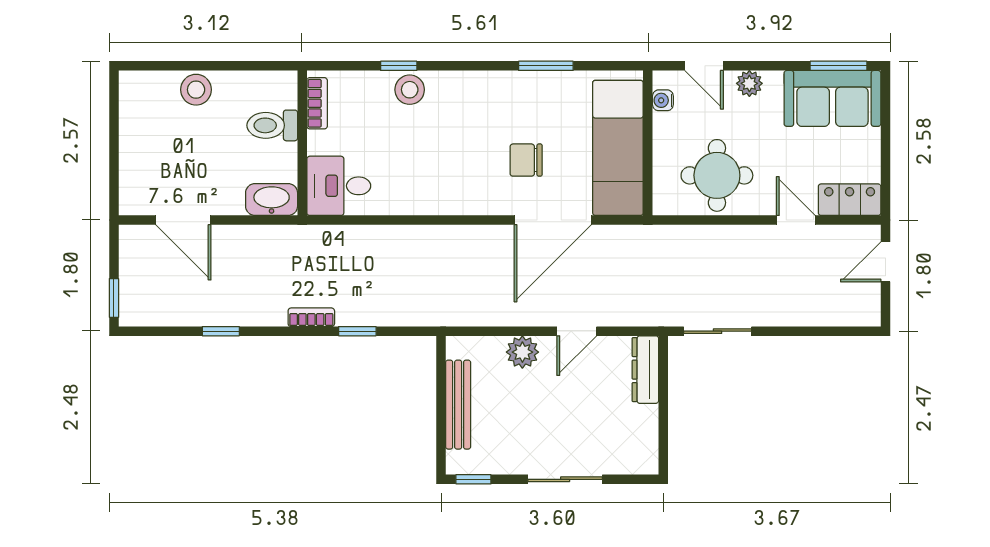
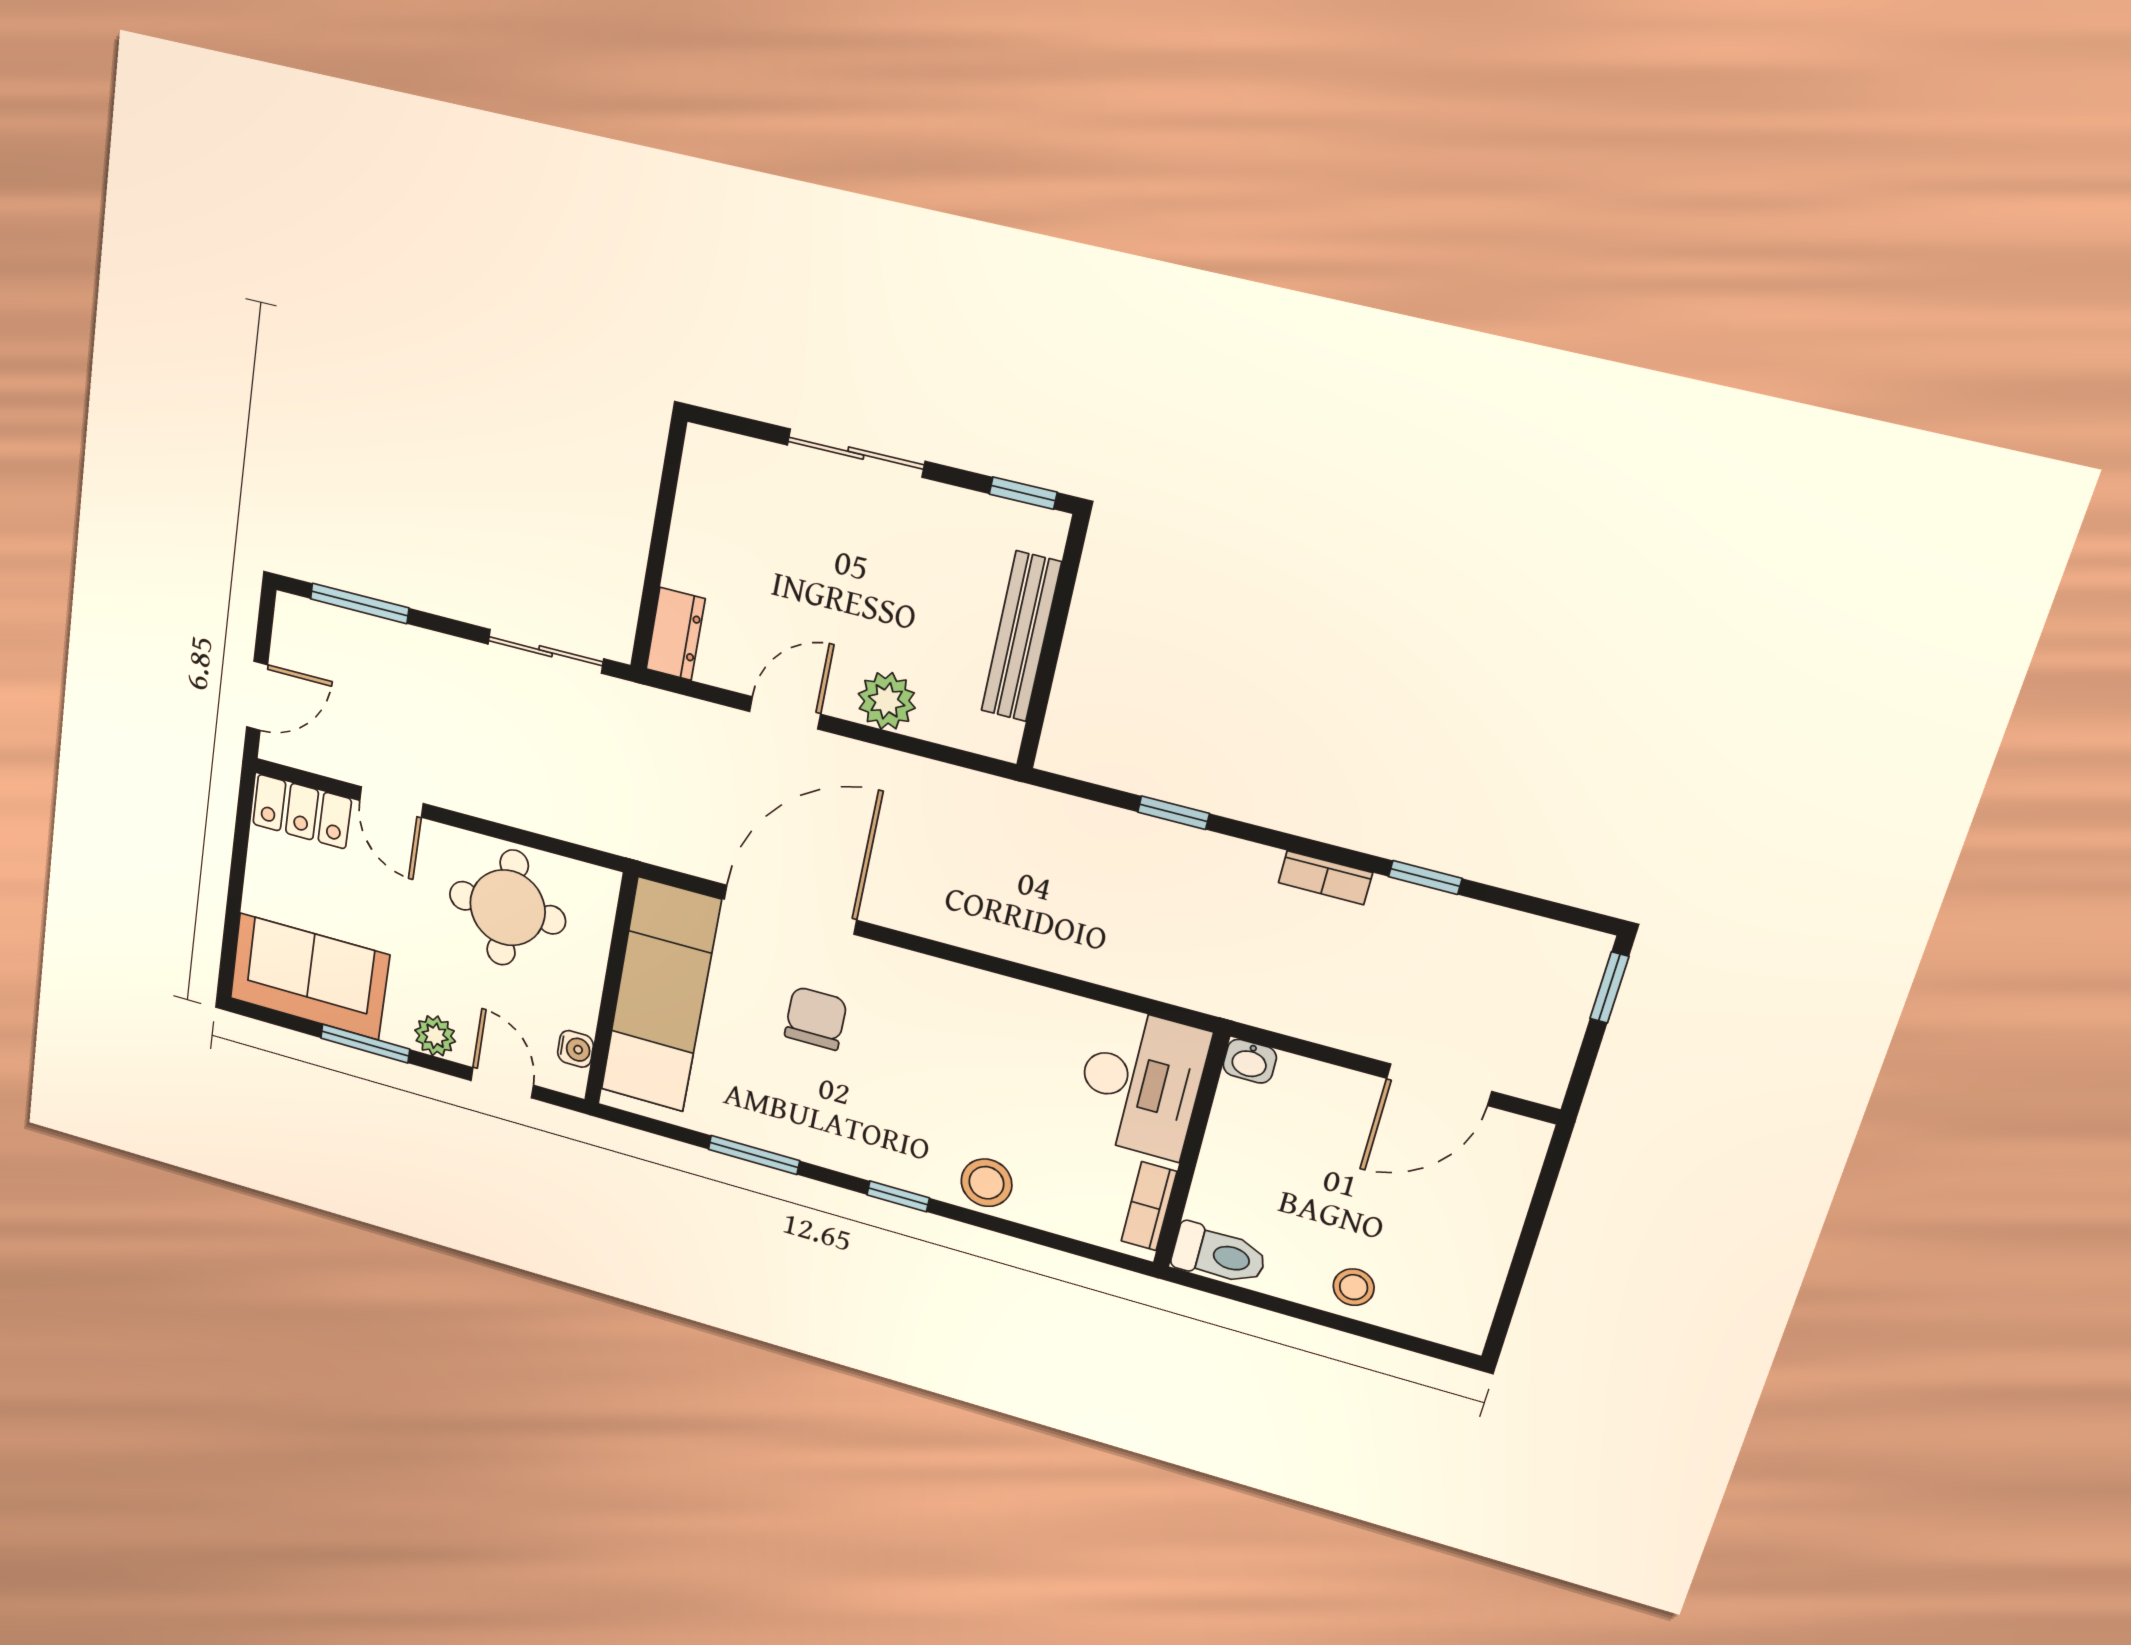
window: (399, 66) -> (898, 1196), moved
window: (839, 66) -> (365, 1044), moved
stool: (196, 90) -> (1354, 1287), width x0.73, depth x0.73
toilet: (272, 125) -> (1219, 1255), moved
chair: (526, 160) -> (816, 1018), turned -90
desk: (339, 186) -> (1141, 1083), width x1.37
washbasin: (272, 200) -> (1250, 1061), width x0.52, depth x0.69
door: (183, 220) -> (1439, 1085), swing flipped
bookcase: (311, 317) -> (1325, 878), moved
window: (830, 331) -> (360, 603), added
dresser: (645, 370) -> (676, 634), width x0.70

